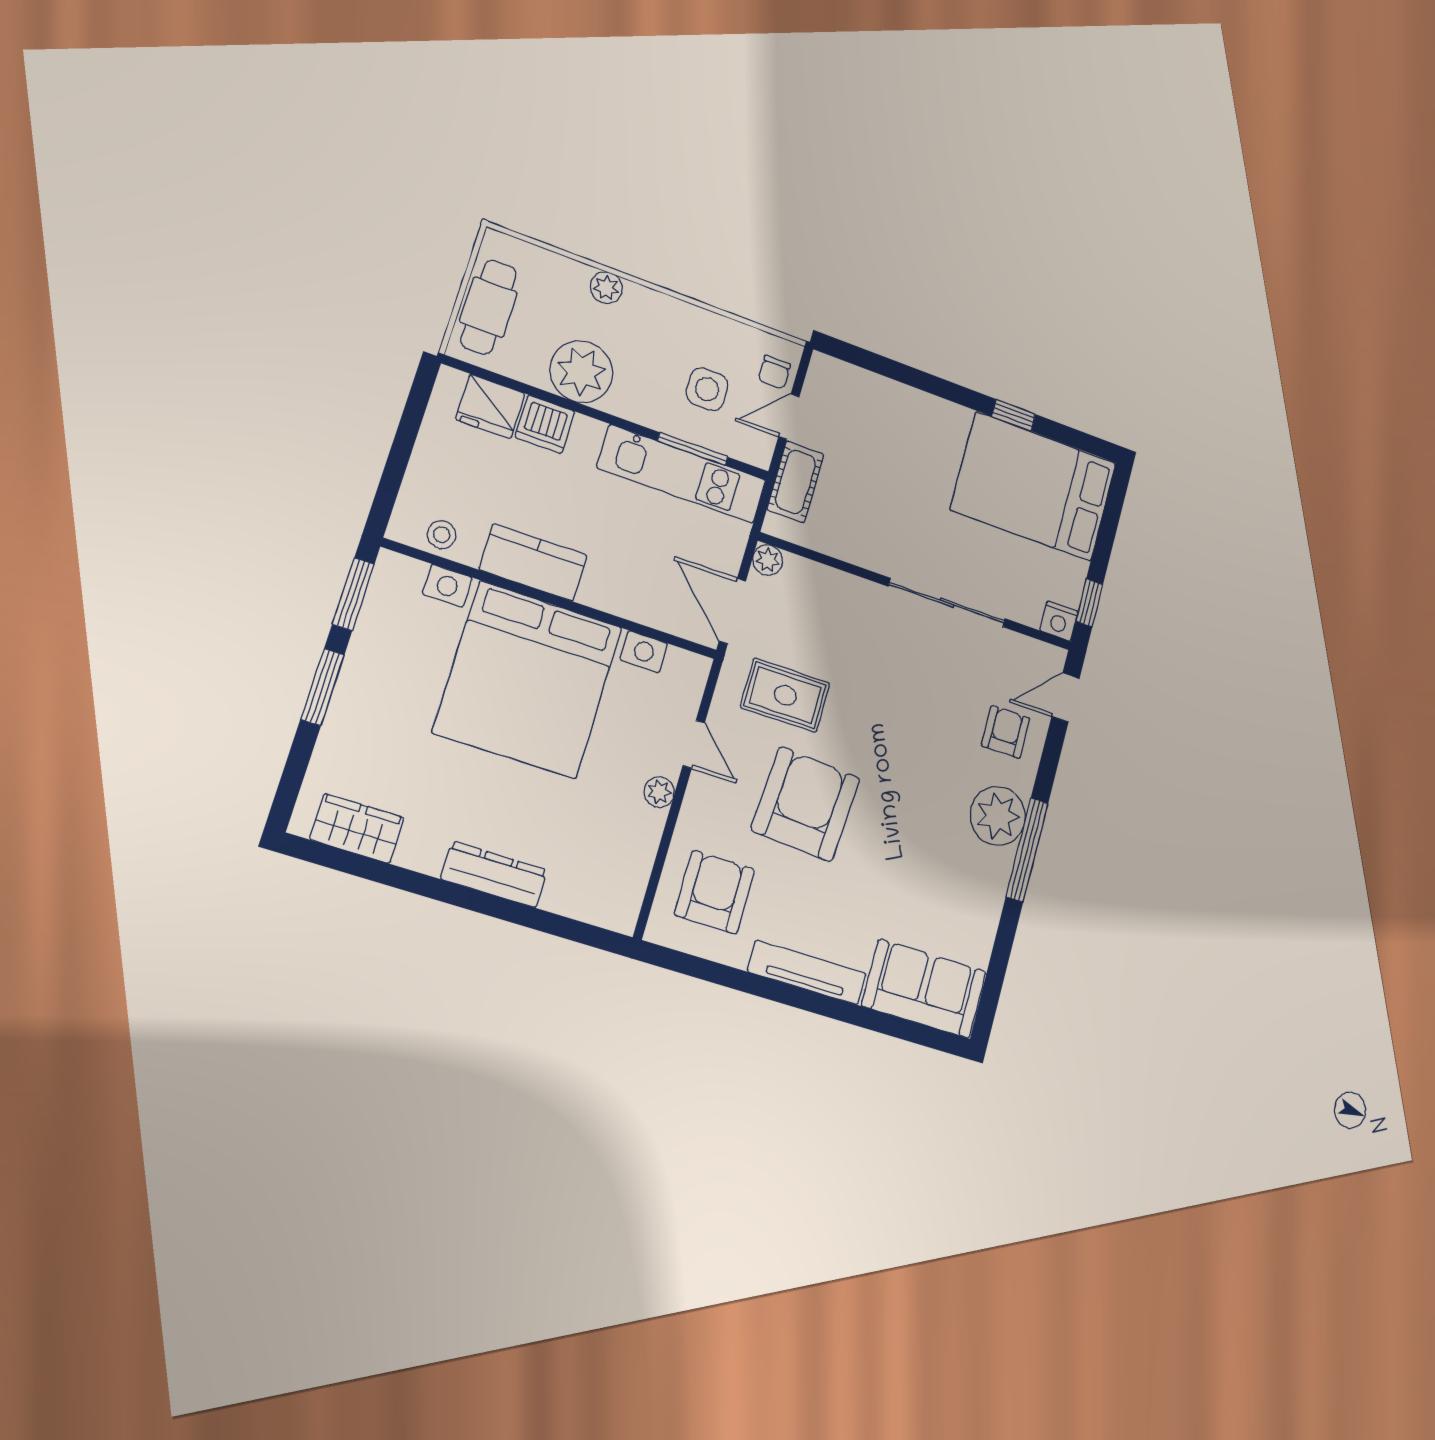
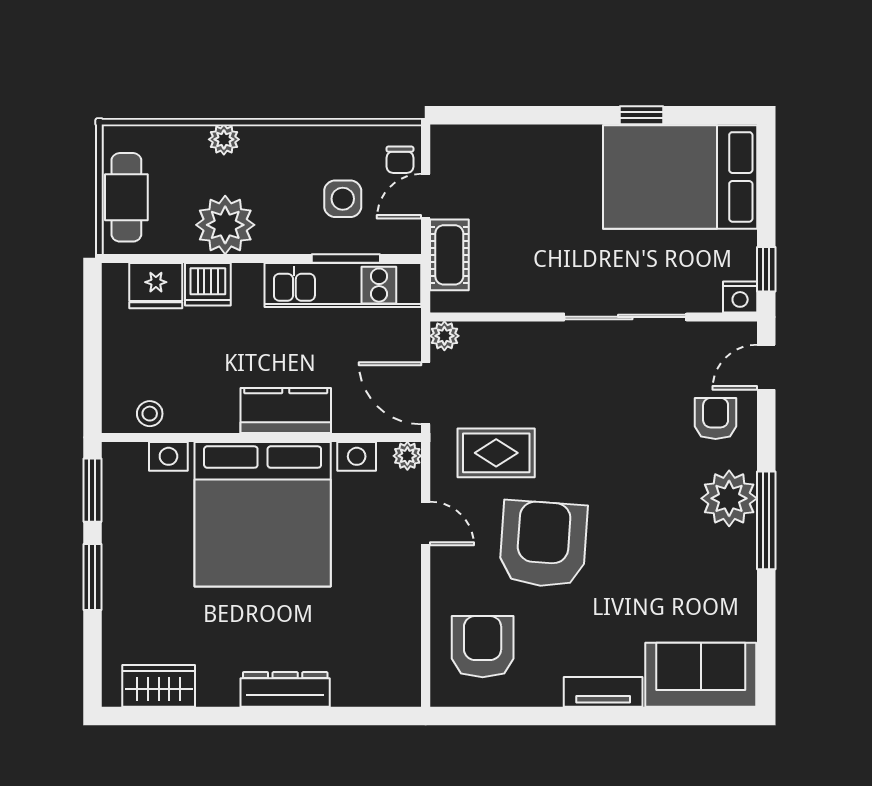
kitchen counter: (533, 562) -> (286, 410), moved
plant: (659, 792) -> (407, 456), moved
tv unit: (807, 972) -> (603, 692), width x0.71

